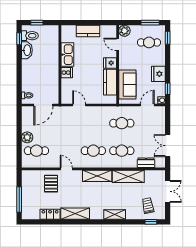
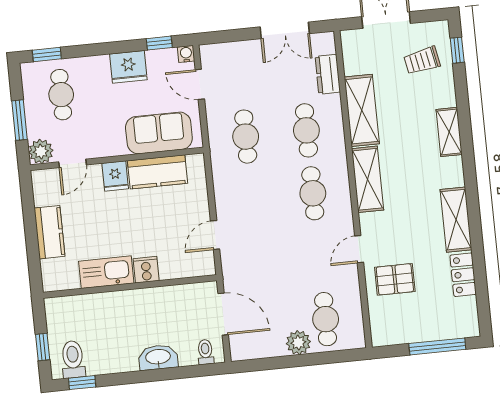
window: (150, 23) -> (20, 120), moved
washbasin: (27, 50) -> (158, 357), moved

